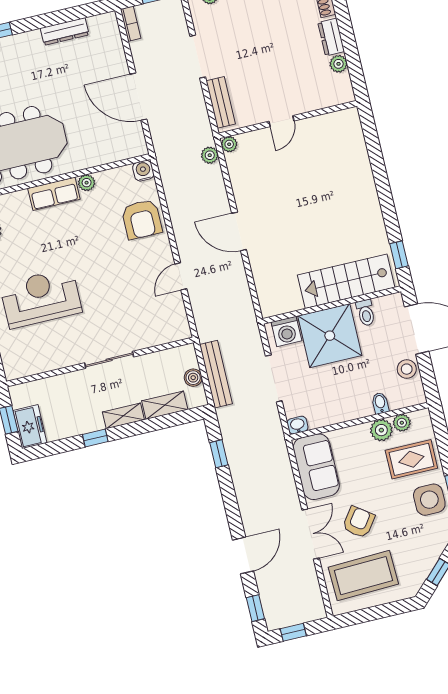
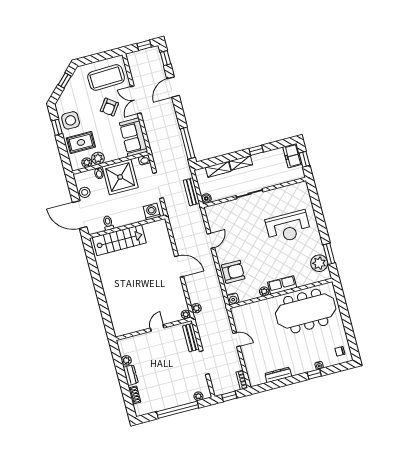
door: (138, 97) -> (237, 340), width x0.53
armchair: (142, 219) -> (233, 272), turned 90
window: (399, 255) -> (90, 255), removed
shower: (330, 336) -> (120, 177), moved
bench: (216, 374) -> (191, 192), width x0.73
boiler: (193, 378) -> (206, 198), moved
window: (219, 454) -> (188, 143), width x2.17

